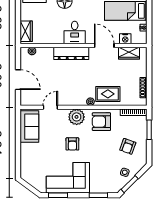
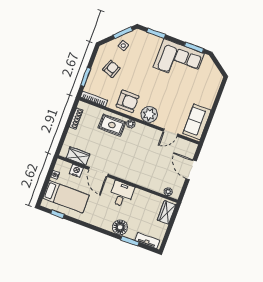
dresser: (71, 53) -> (132, 176), removed
armchair: (72, 144) -> (163, 90), removed

